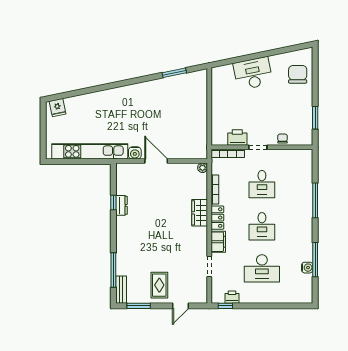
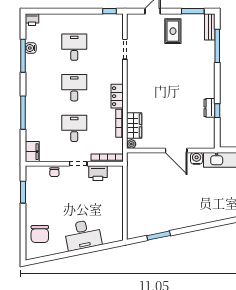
wardrobe: (200, 213) -> (134, 126), moved
filing cabinet: (218, 242) -> (32, 152), moved, turned 180
desk: (262, 268) -> (74, 47), width x0.73
printer: (232, 297) -> (32, 20), moved

